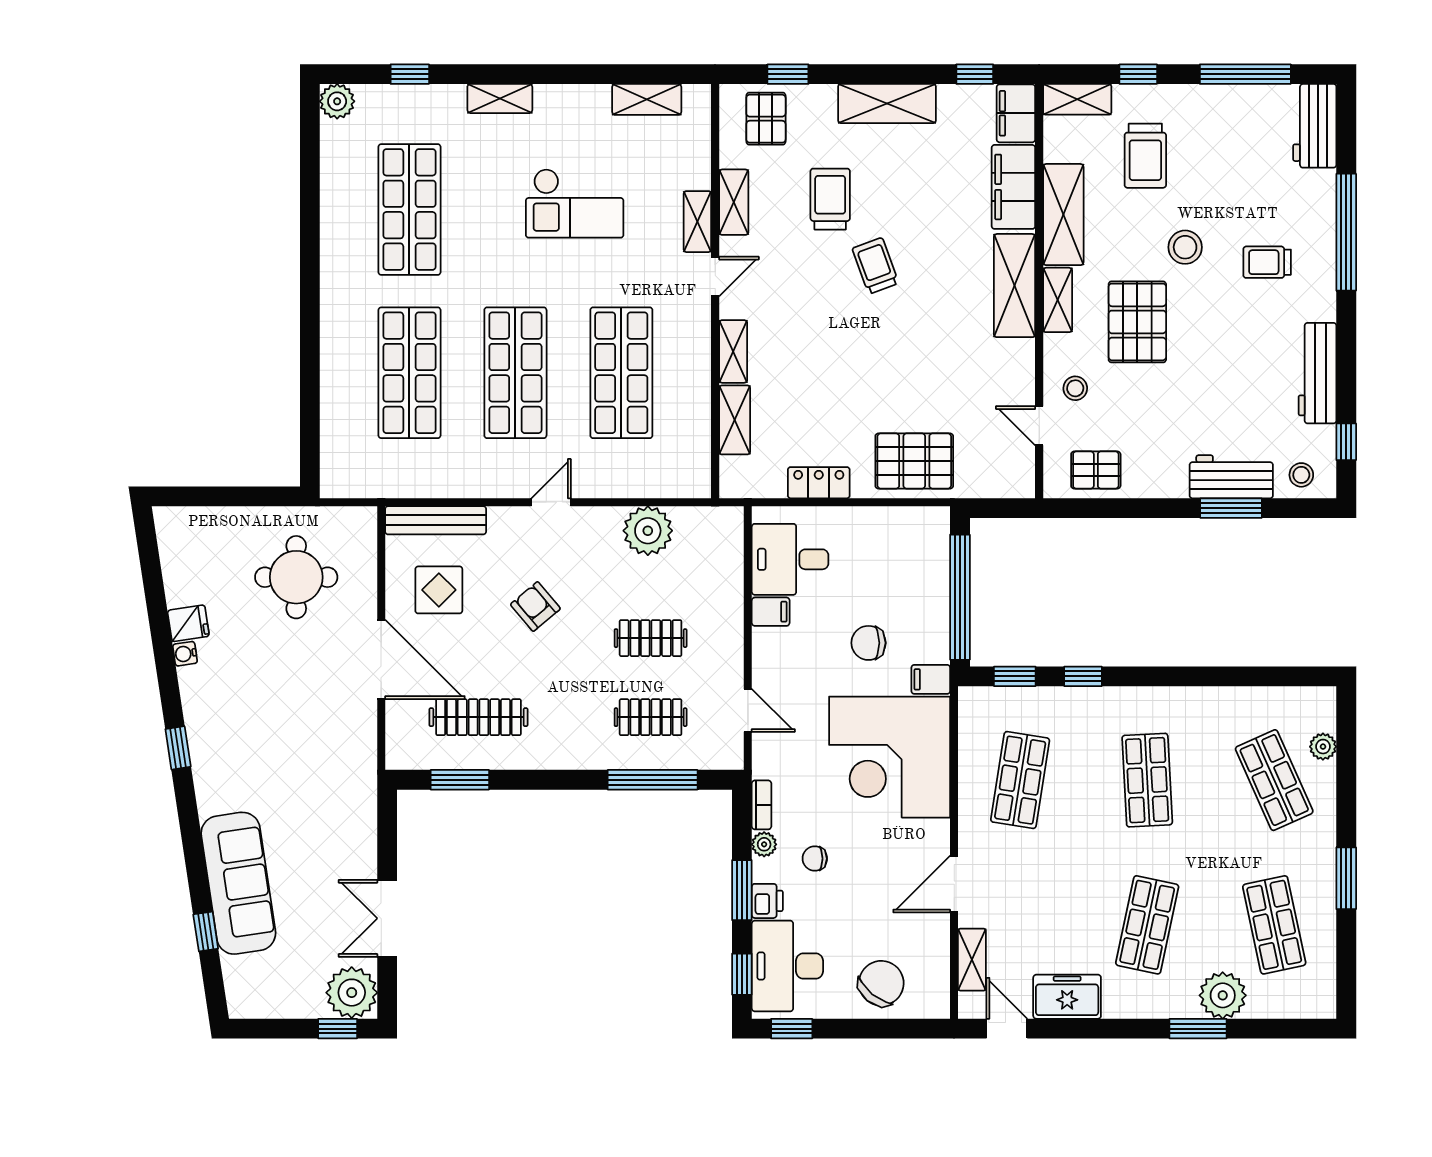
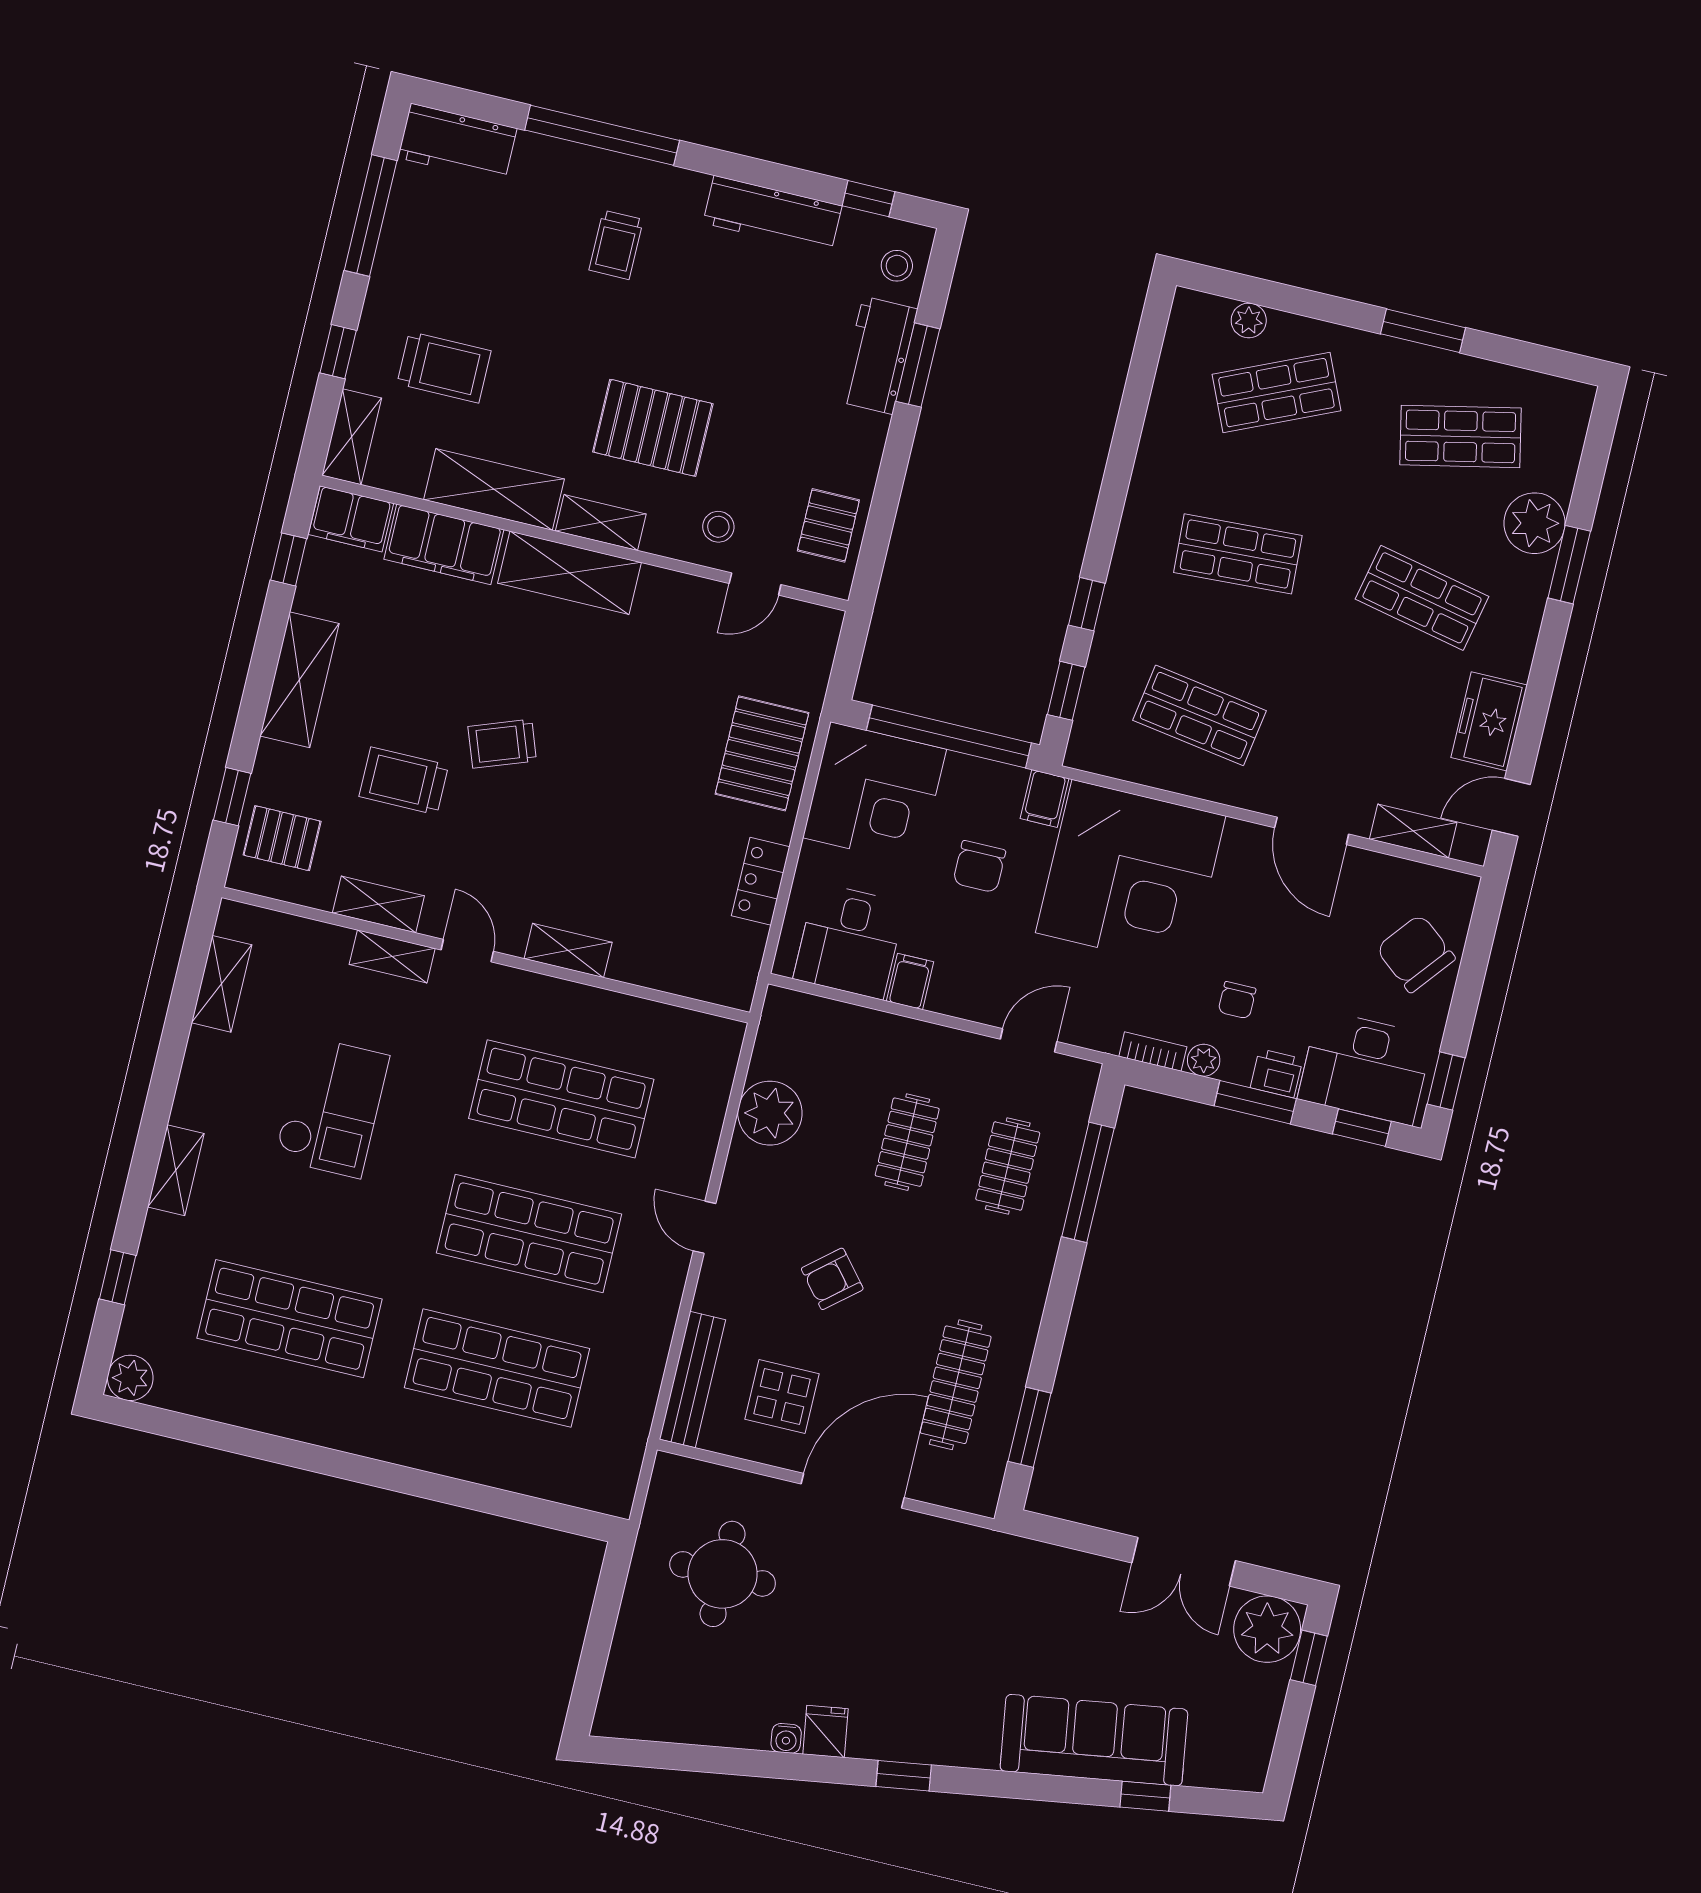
stool: (1185, 247) -> (572, 344), removed
shelving: (735, 420) -> (655, 969), removed
corner desk: (904, 552) -> (875, 793), added
fridge: (188, 623) -> (825, 1731), moved

